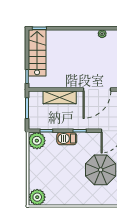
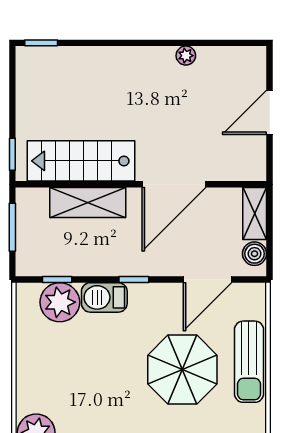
stairs: (37, 53) -> (81, 161), moved, turned -90
plant: (37, 141) -> (60, 302), moved

